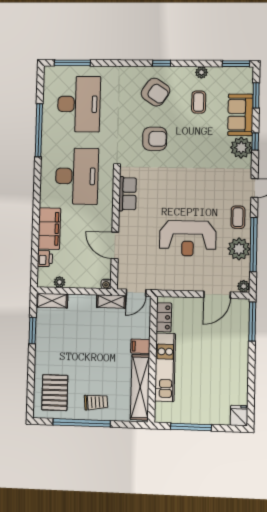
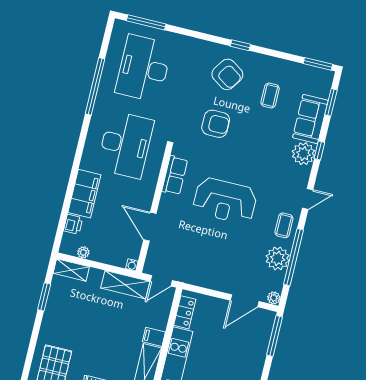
plant: (201, 72) -> (280, 65), removed
desk: (79, 104) -> (144, 68), turned 180
reception desk: (188, 238) -> (225, 201), moved
shelving: (111, 302) -> (125, 285), width x1.50, depth x1.33

